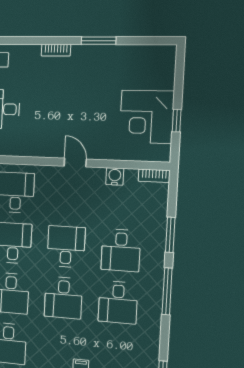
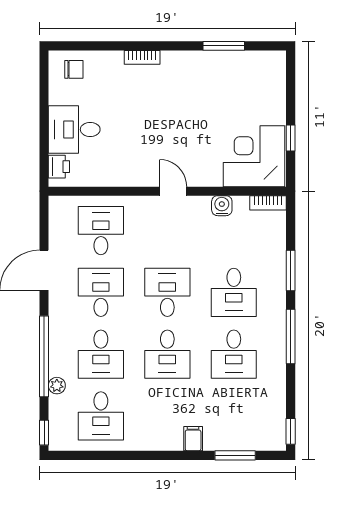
window: (99, 41) -> (224, 46), moved
corner desk: (147, 117) -> (254, 156), moved, turned 90

